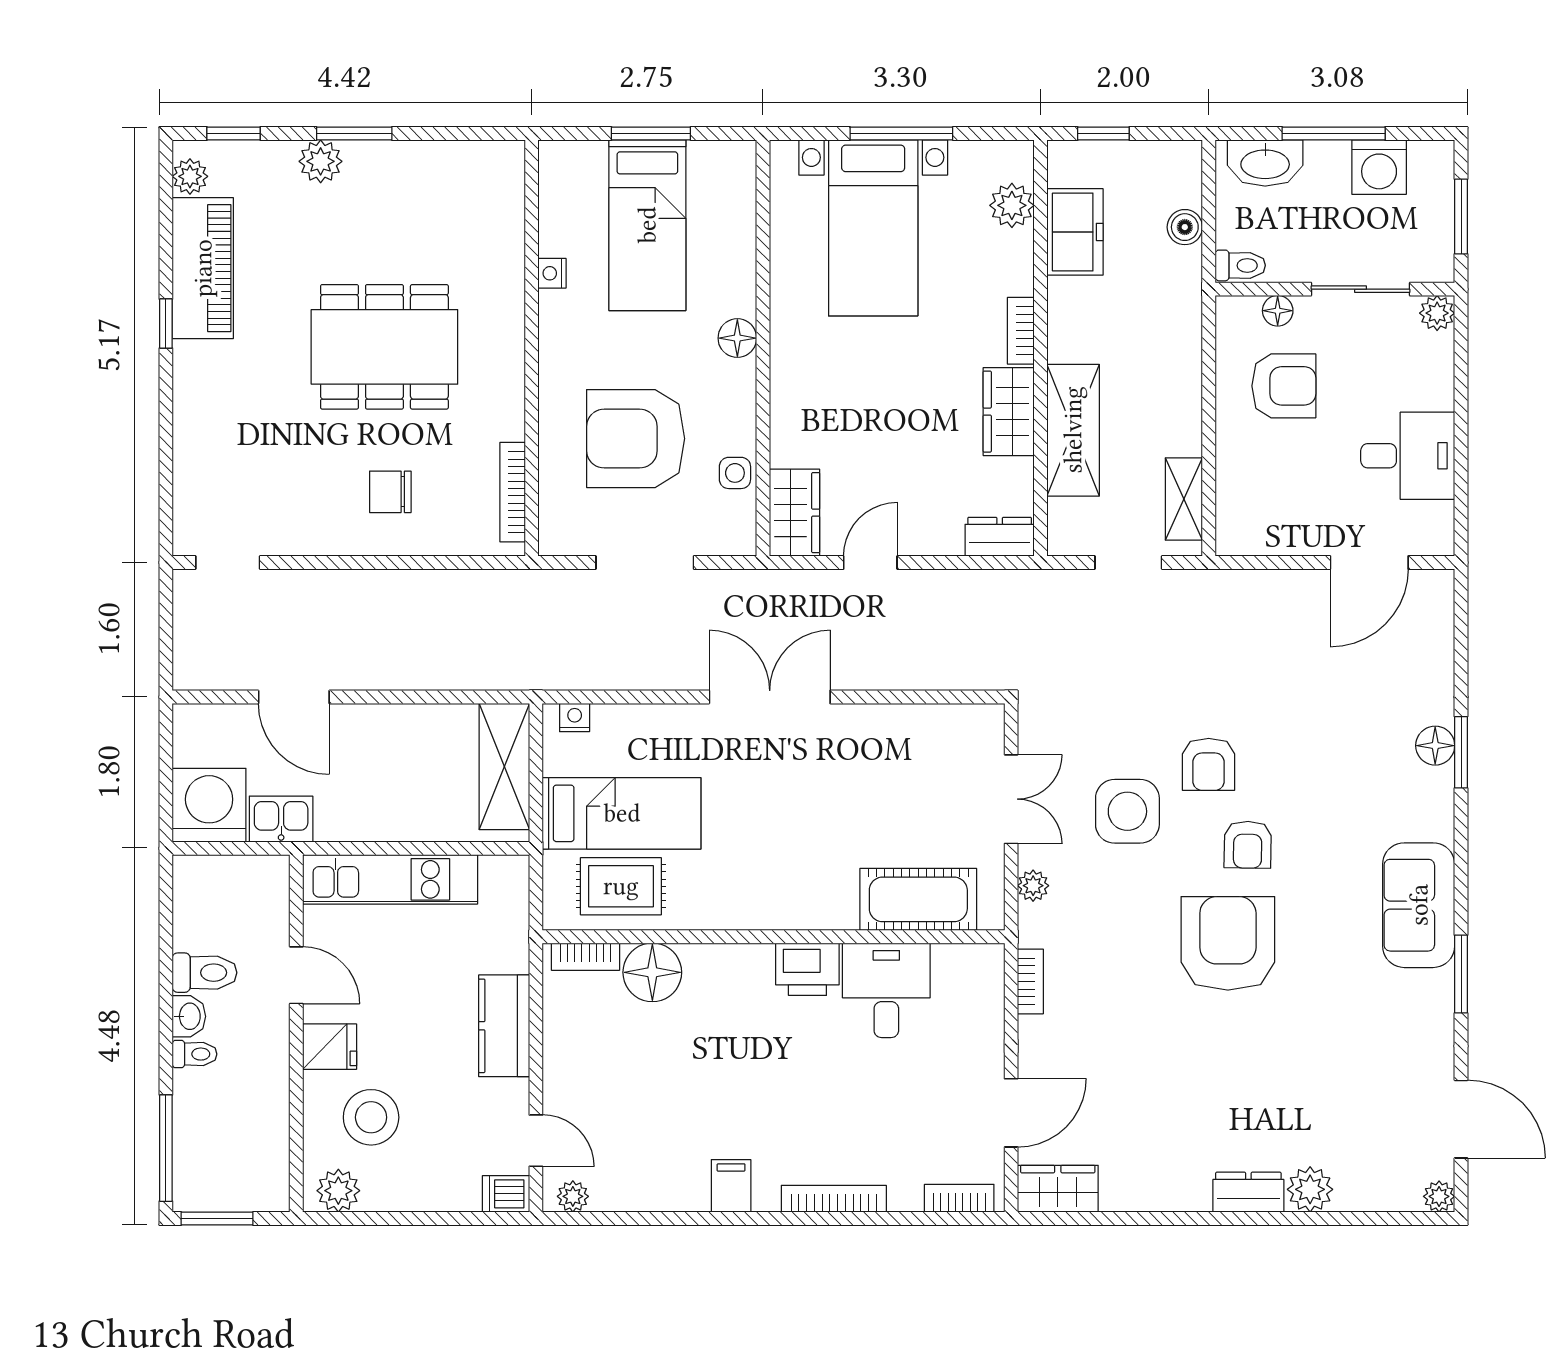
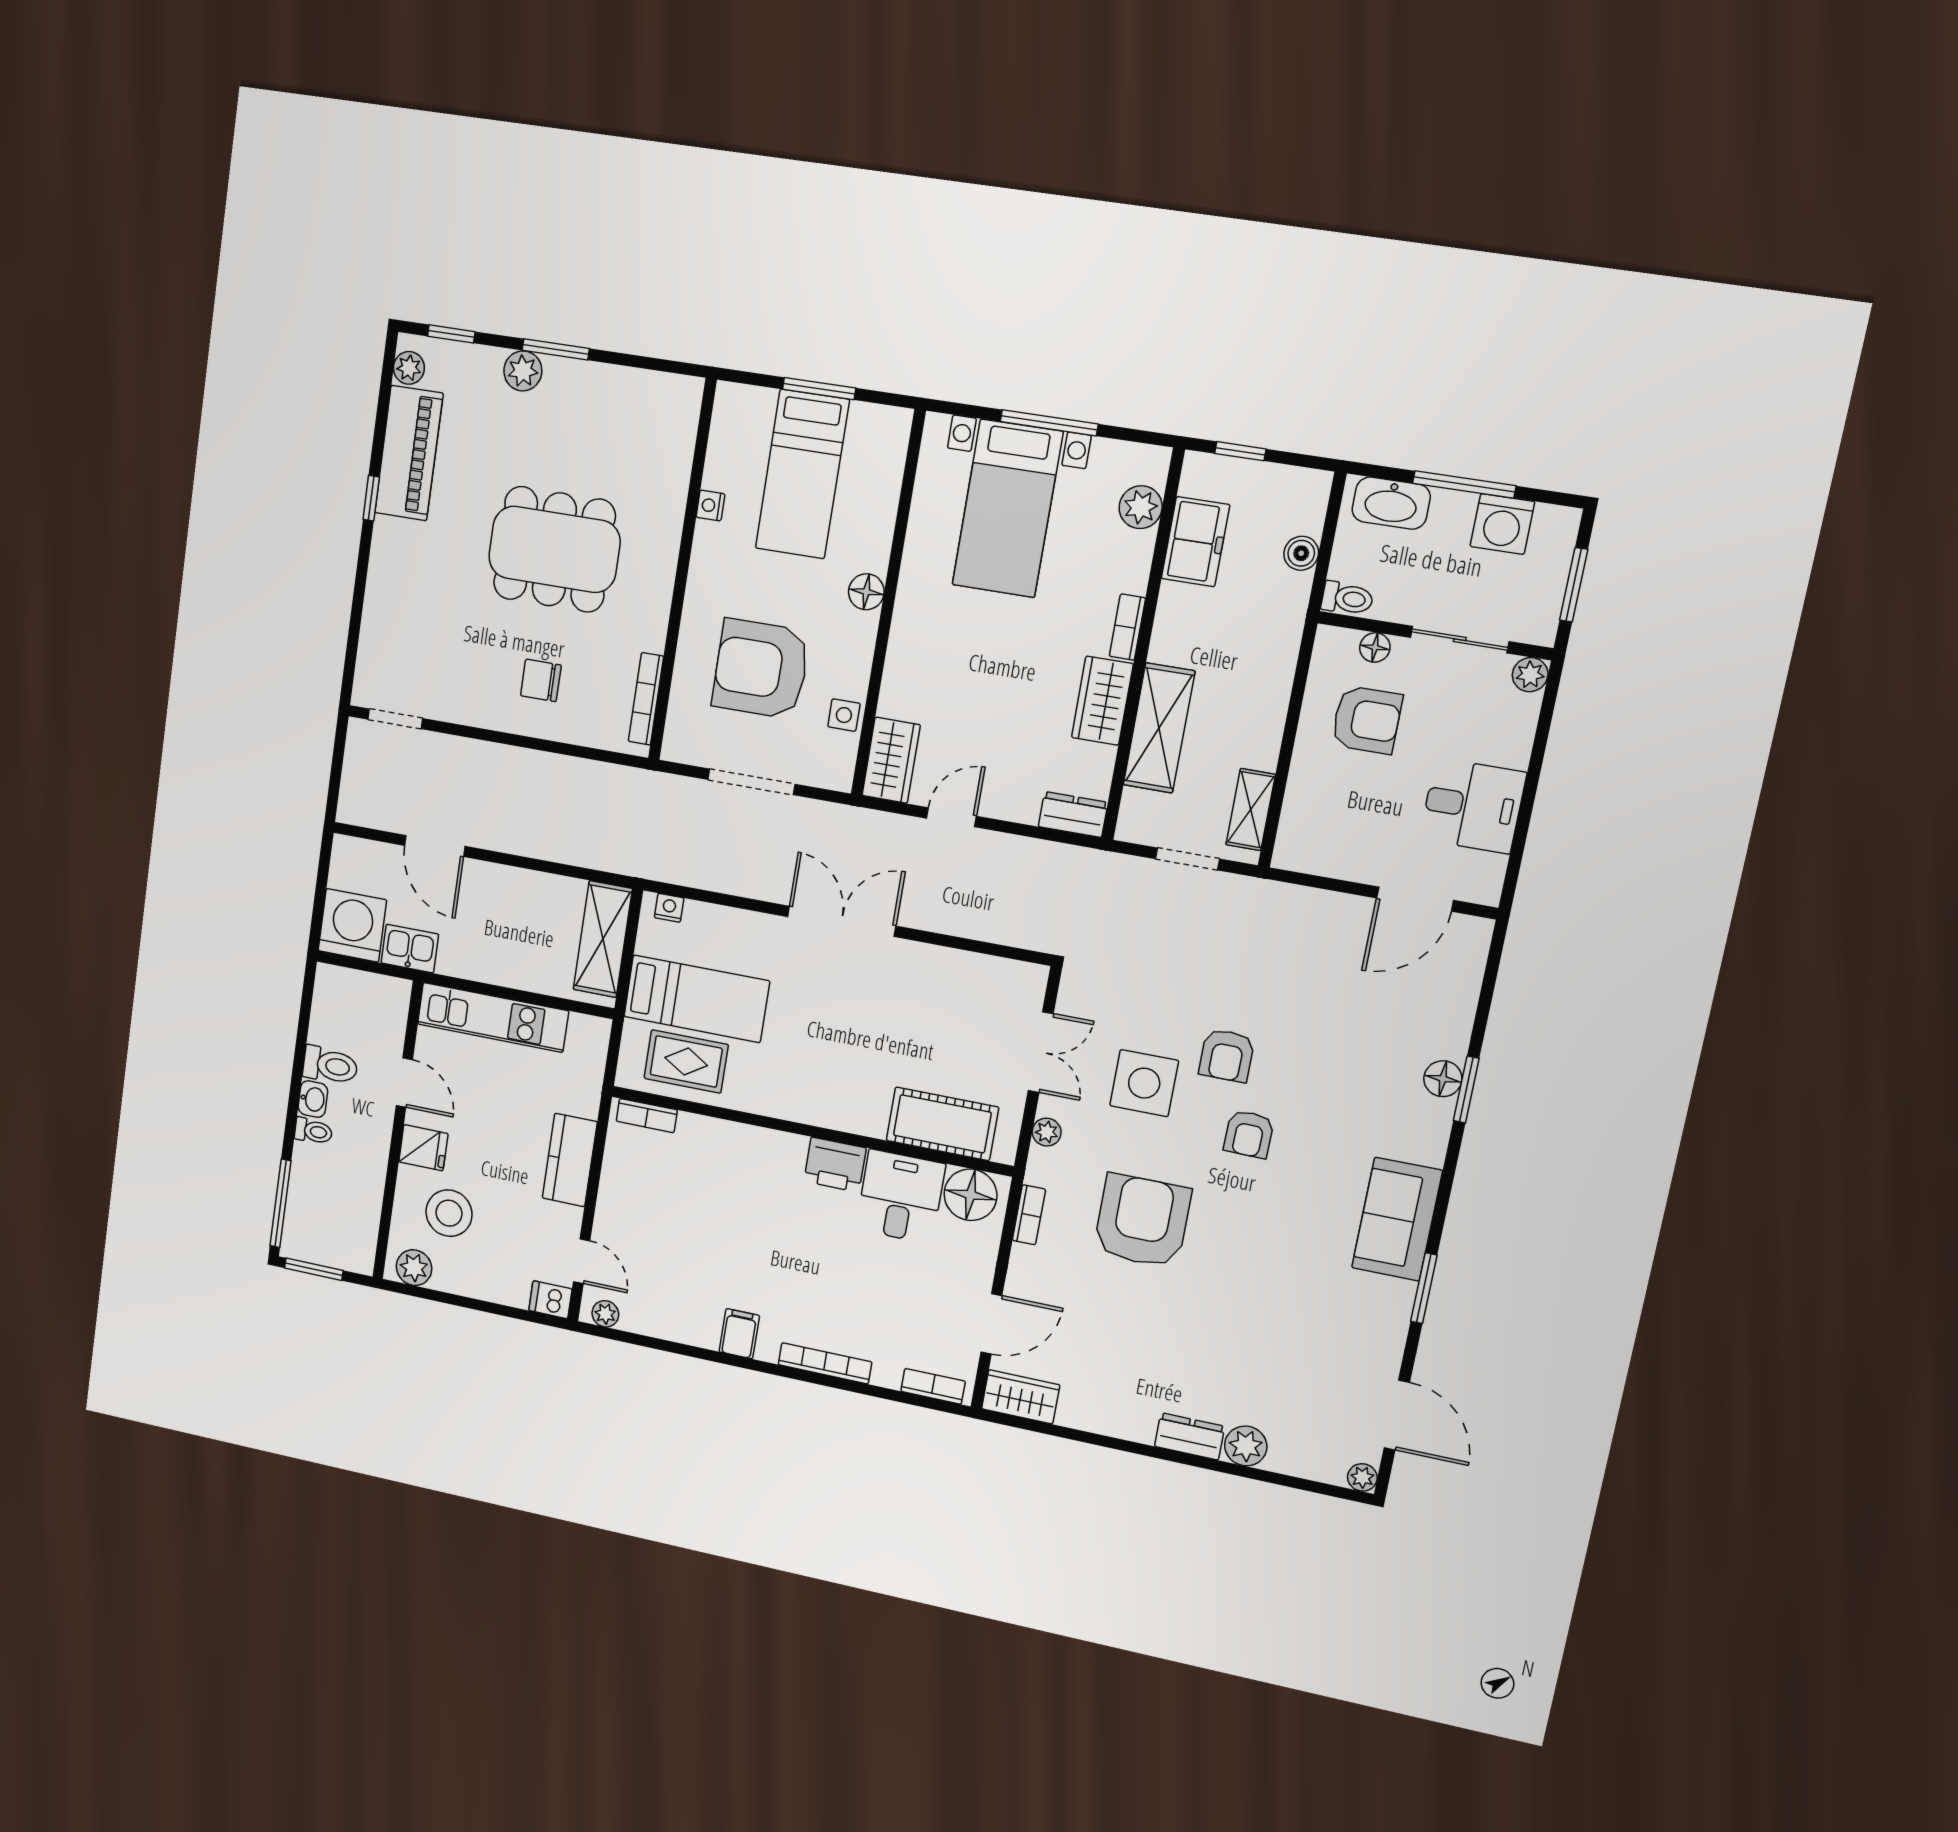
armchair: (1228, 943) -> (1142, 1221), moved
floor lamp: (652, 972) -> (971, 1195), moved

